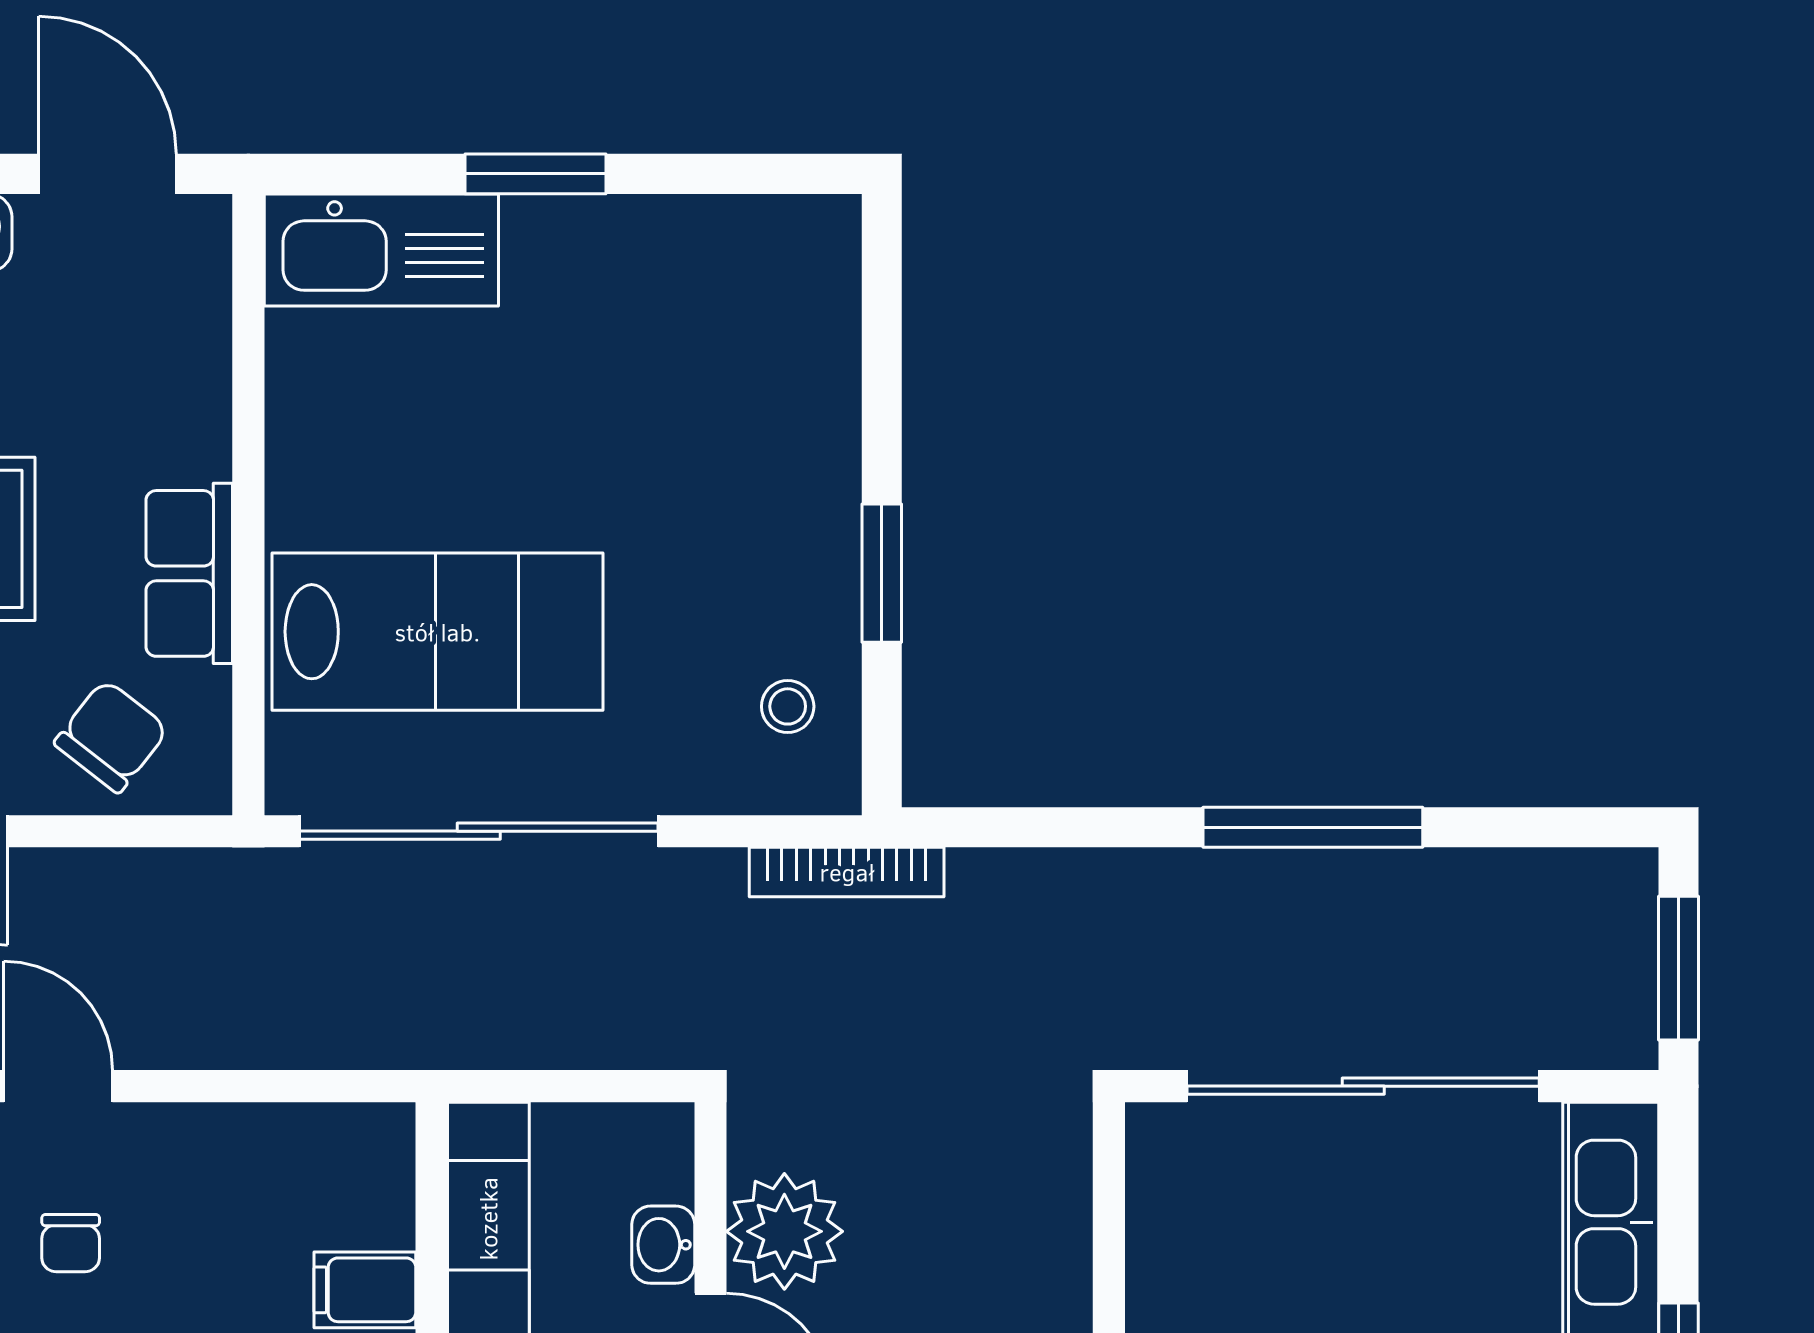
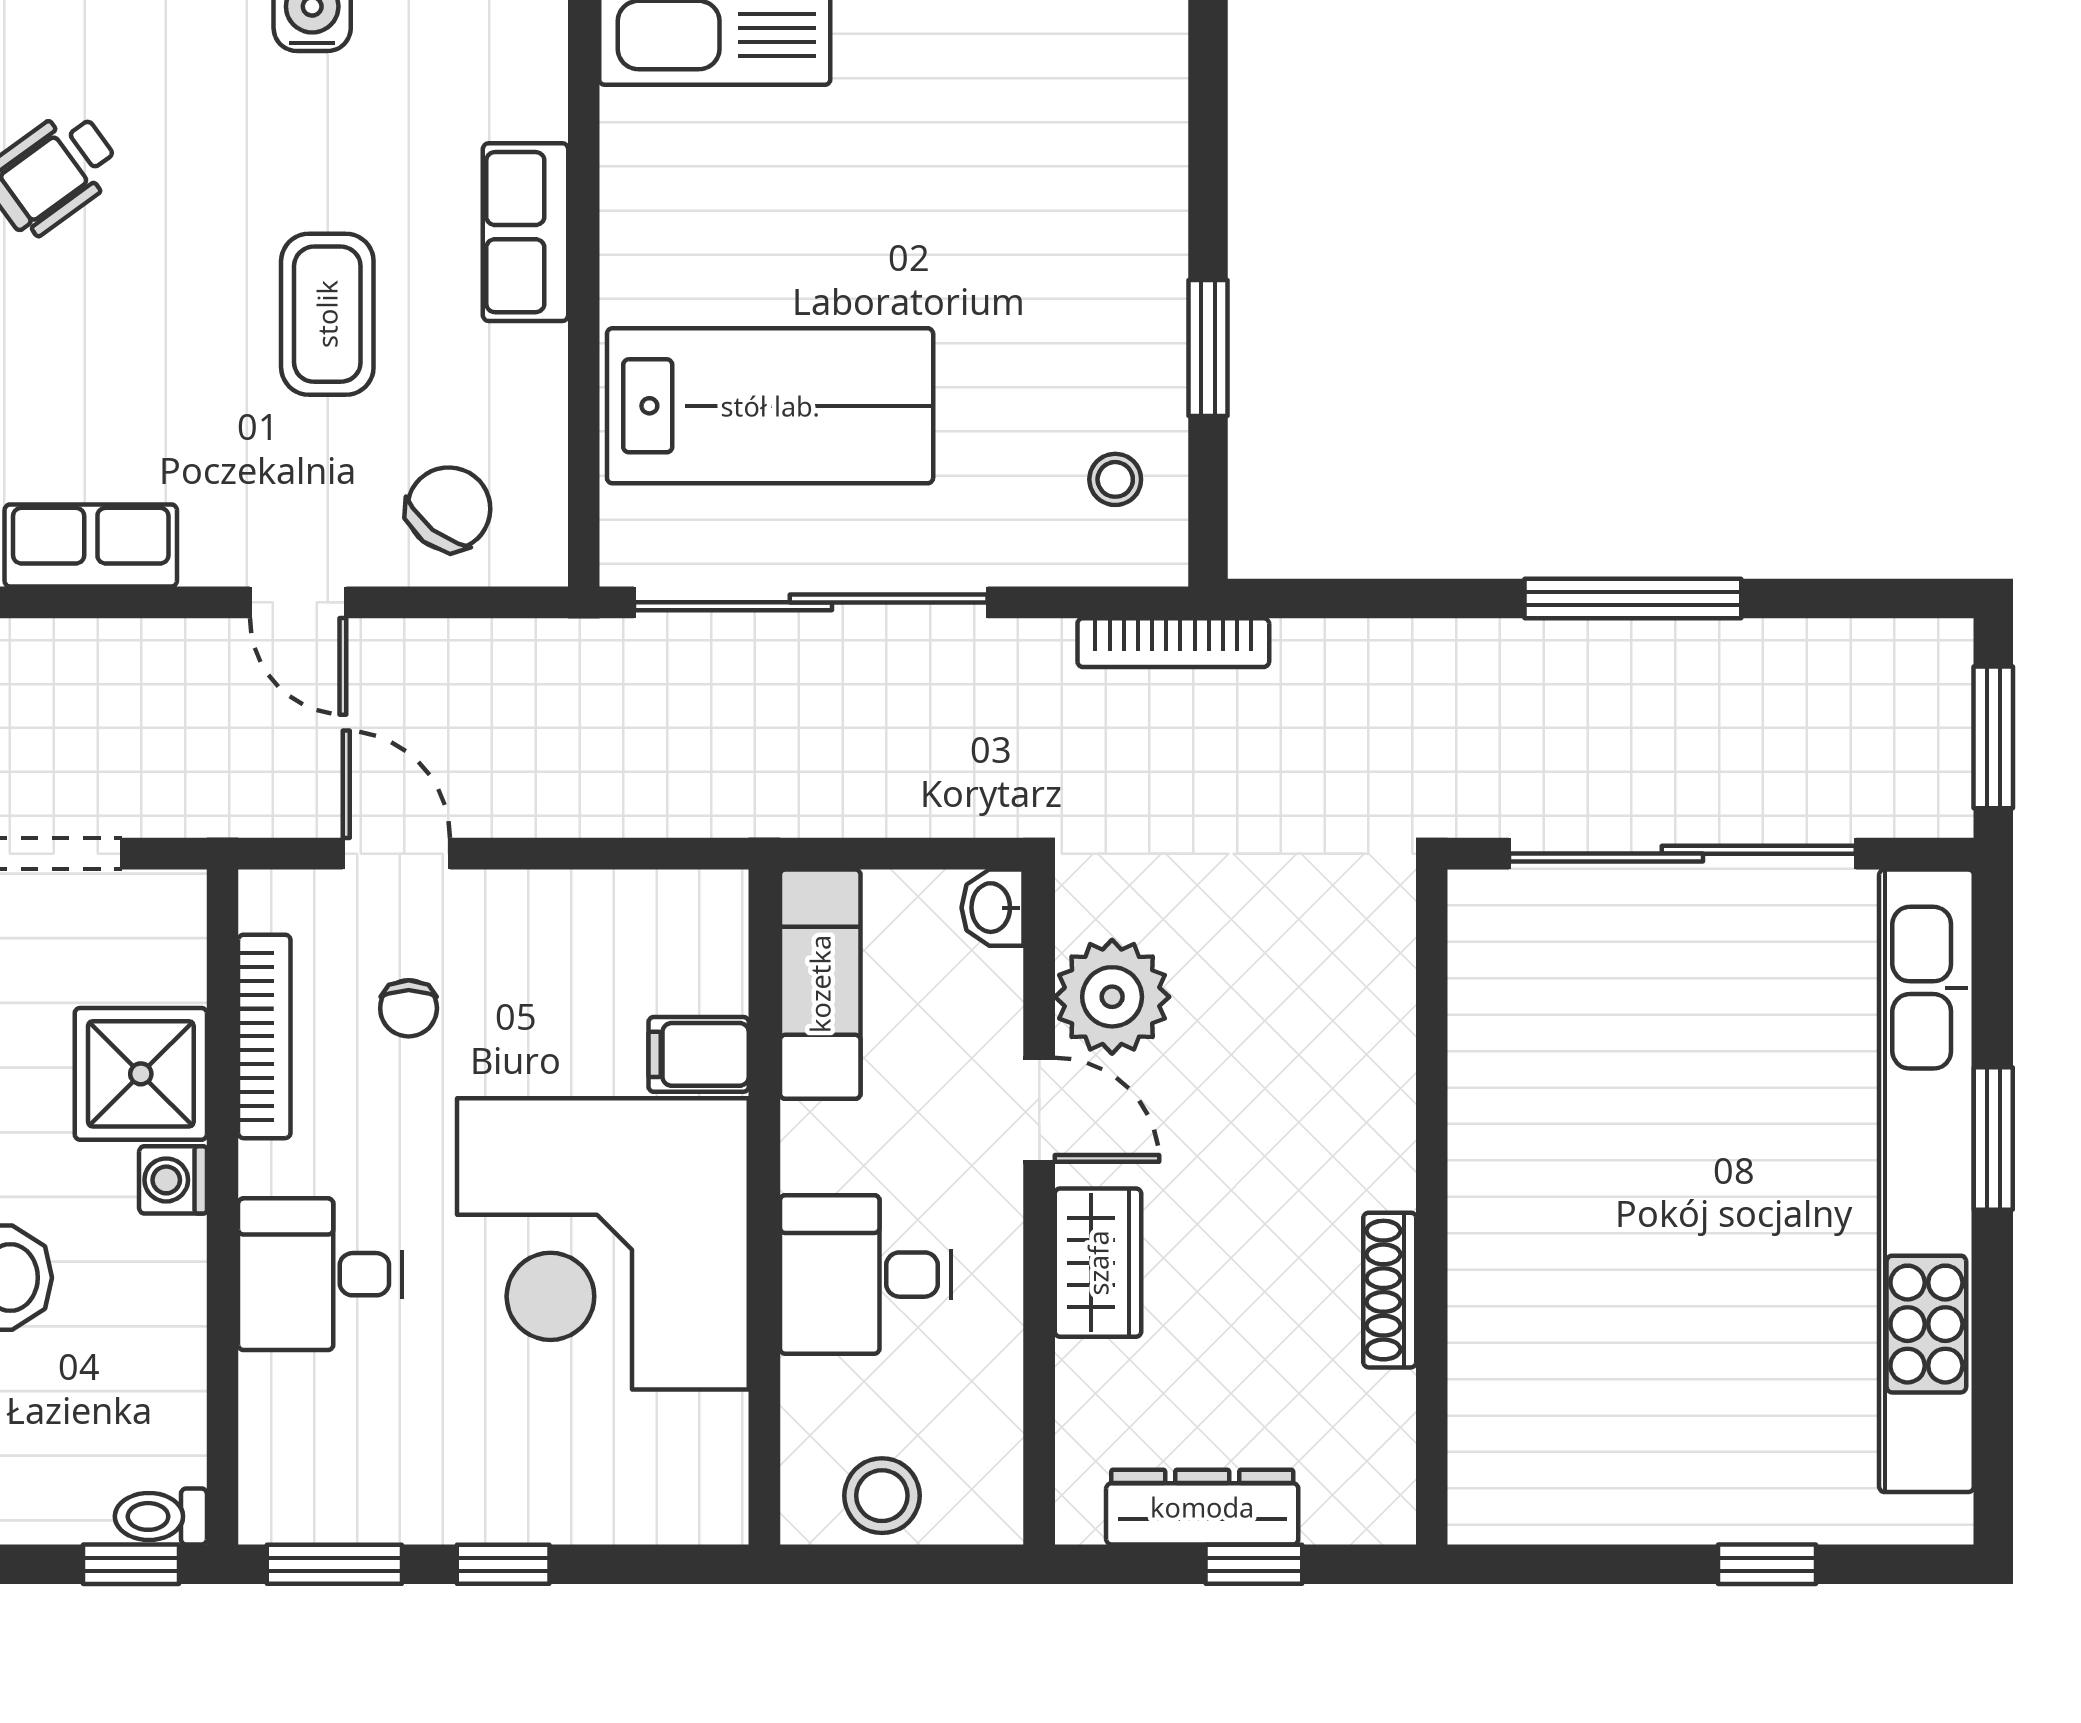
row of seats: (189, 573) -> (525, 232), moved
washbasin: (663, 1245) -> (993, 908), moved

